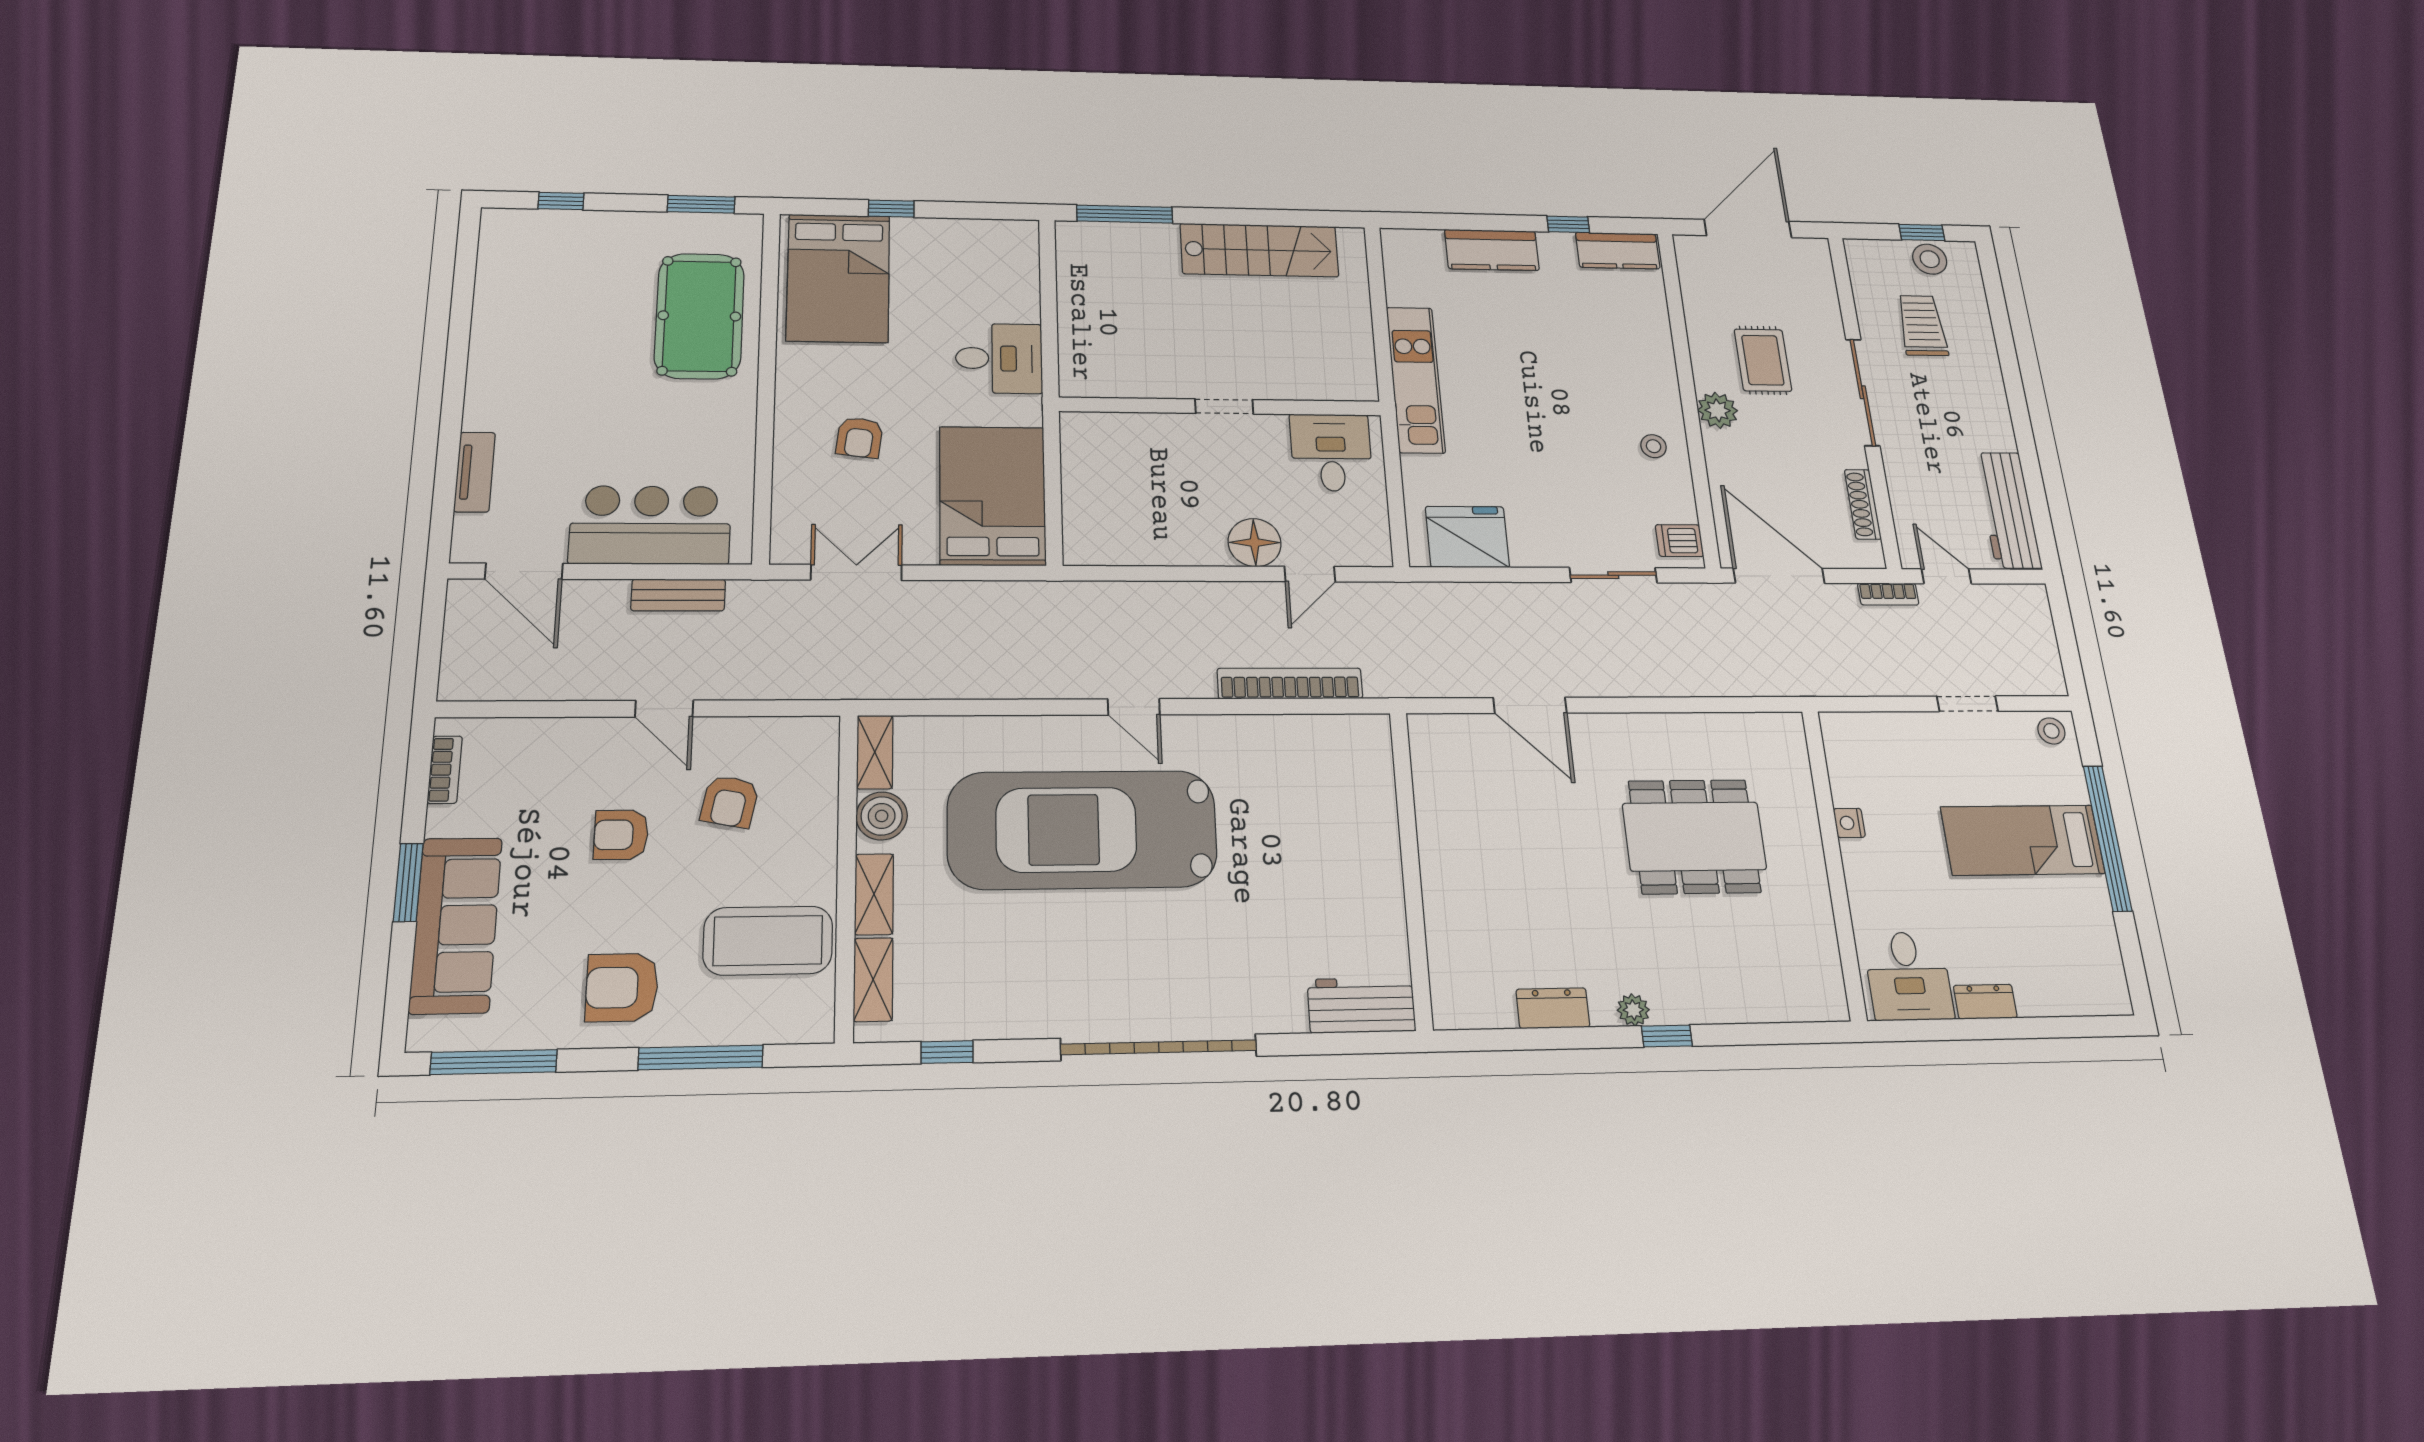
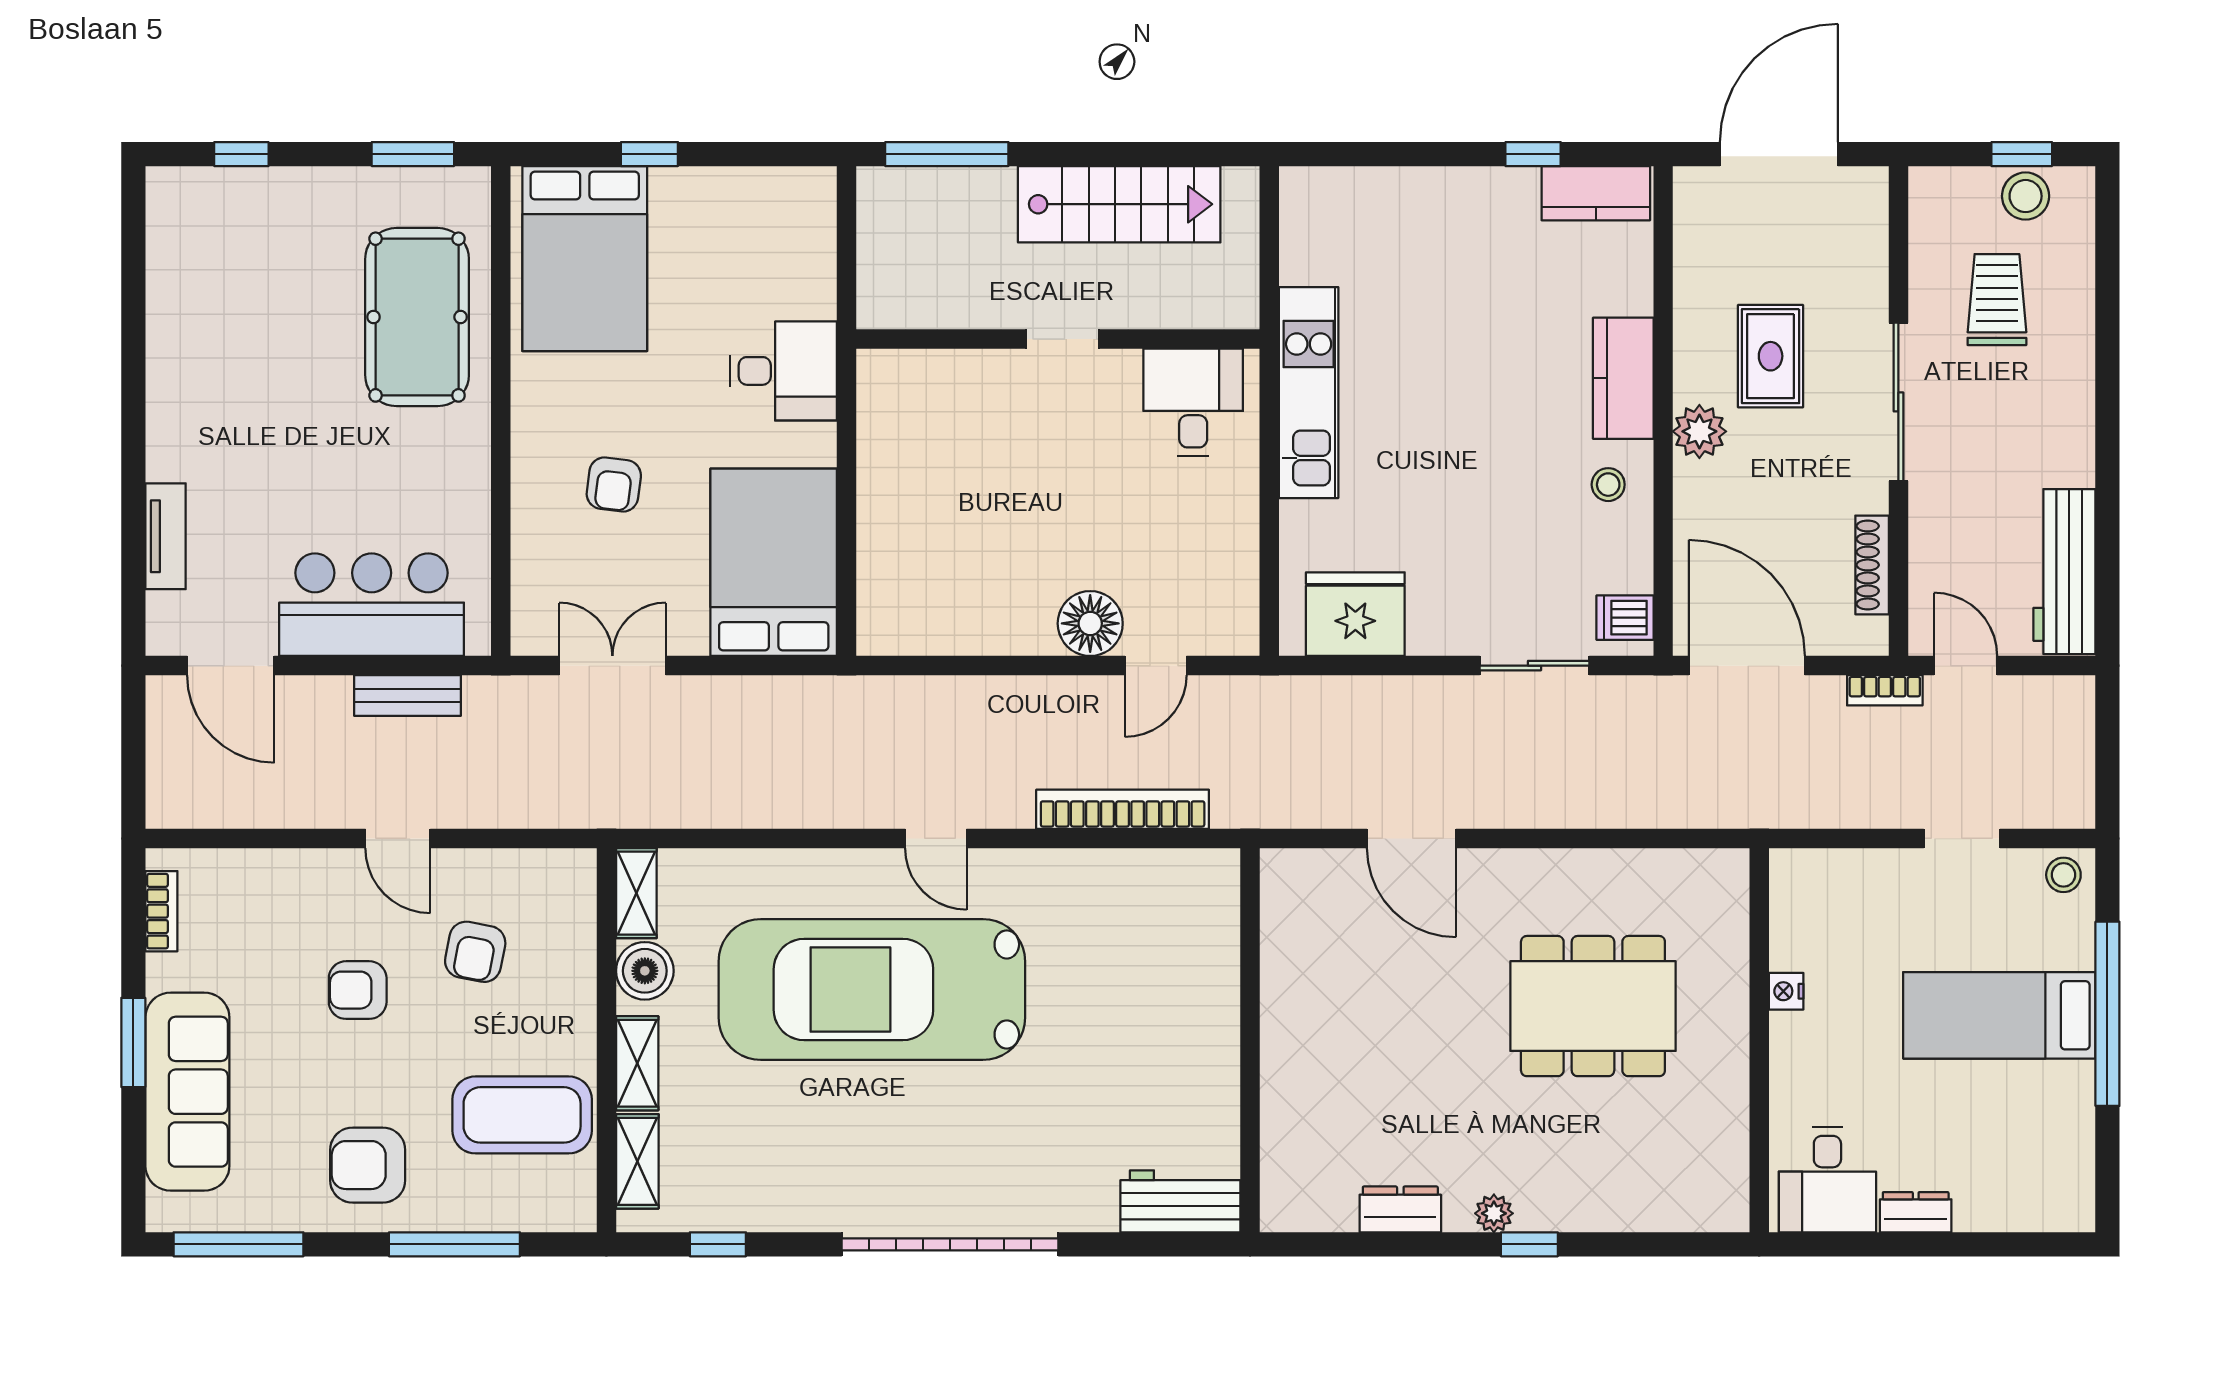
kitchen counter: (1492, 250) -> (1623, 378), moved, turned 90
wall: (1221, 406) -> (1058, 339), moved
doorway: (1224, 406) -> (1062, 339), moved
desk: (1331, 452) -> (1193, 402), moved

